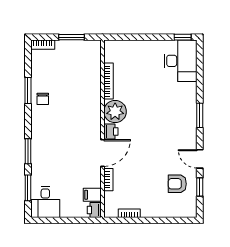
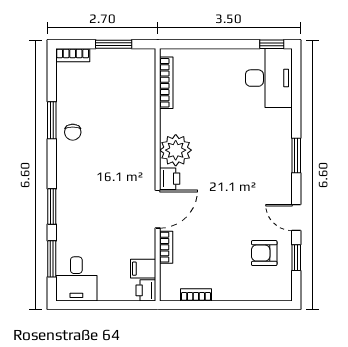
bookcase: (109, 81) -> (166, 83), moved

